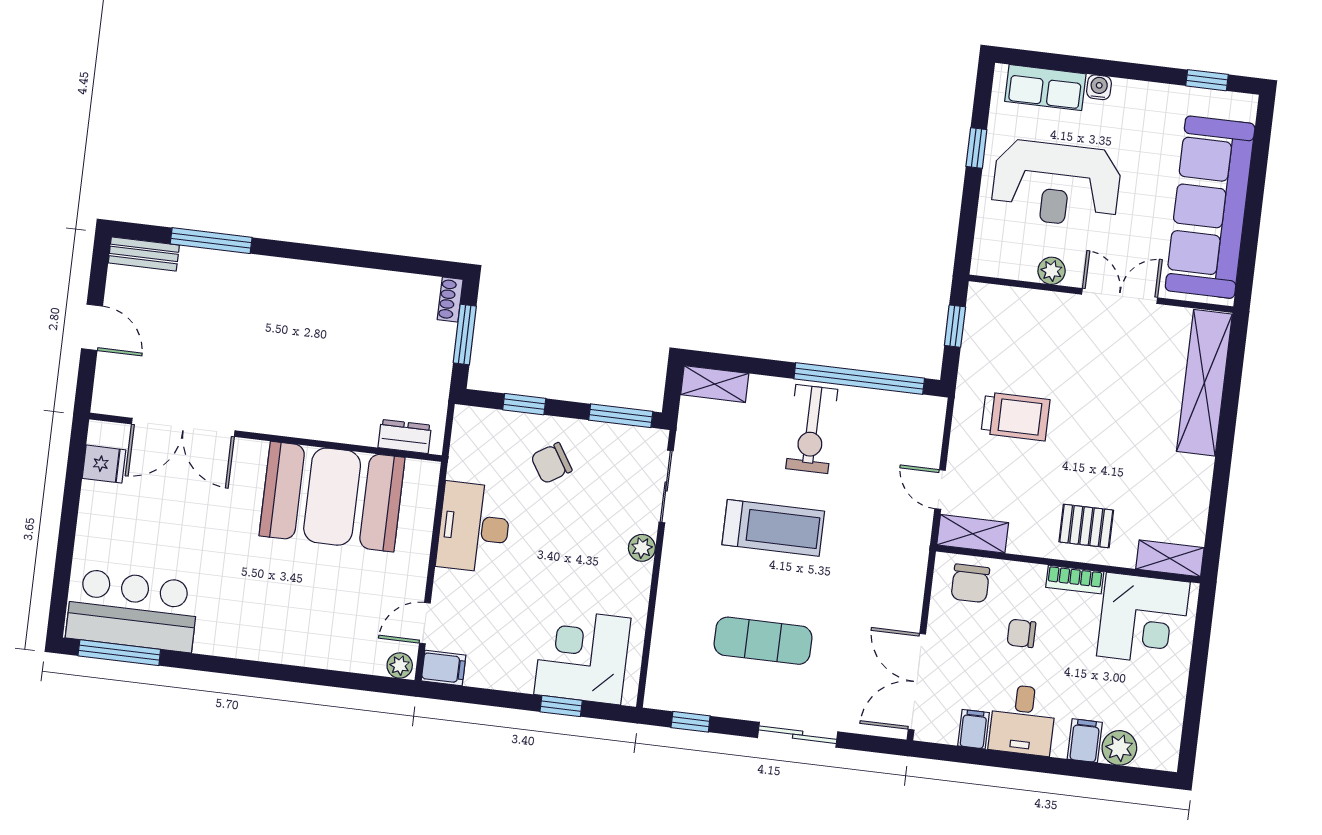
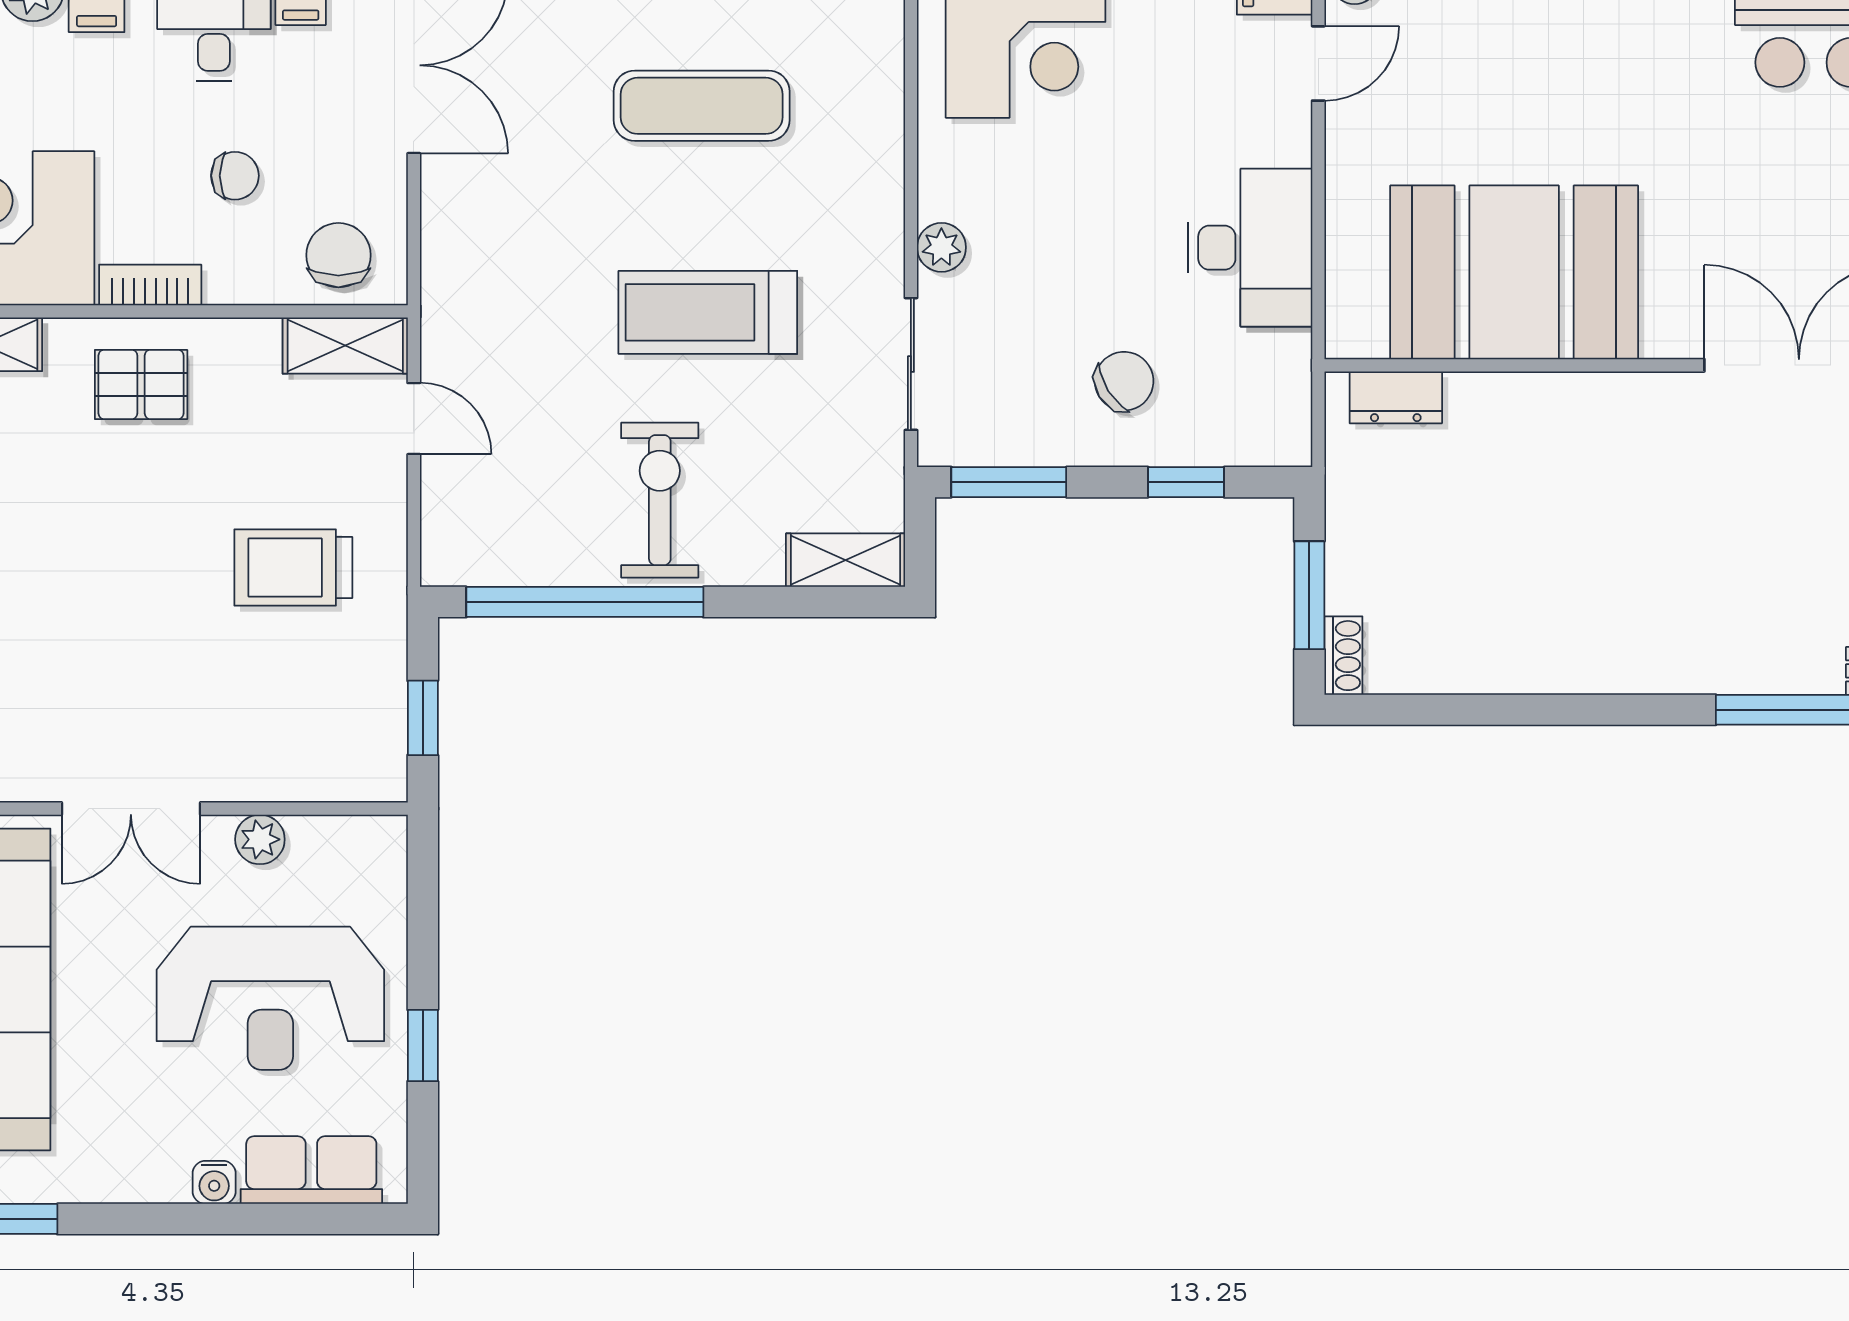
reception desk: (1056, 184) -> (270, 998), turned 180

